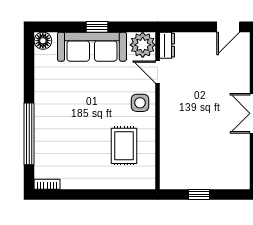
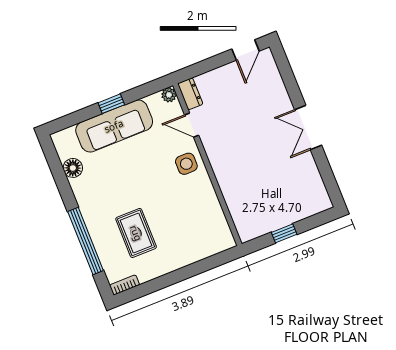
floor lamp: (43, 41) -> (73, 168), moved
plant: (143, 45) -> (169, 95), width x0.53, depth x0.53
rug: (124, 146) -> (136, 233), moved

